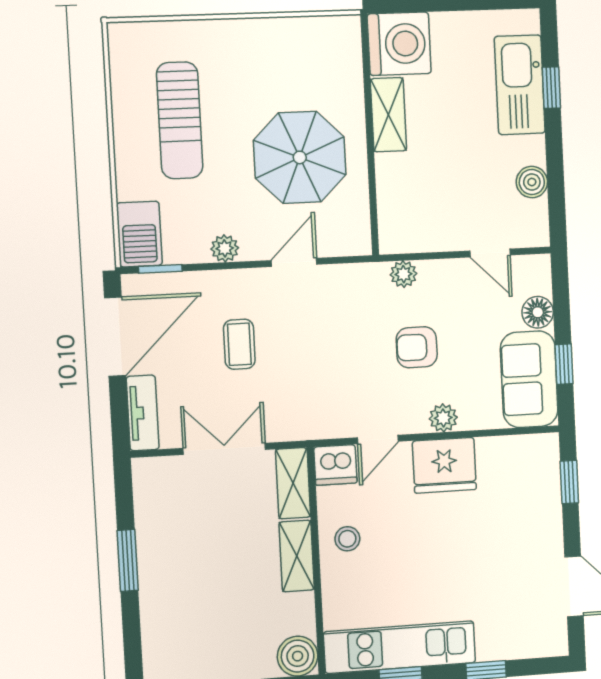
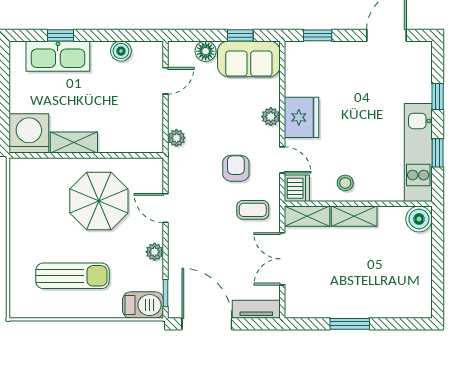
coffee table: (239, 344) -> (253, 210), moved
armchair: (417, 347) -> (236, 168), moved, turned 180

